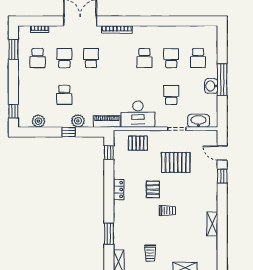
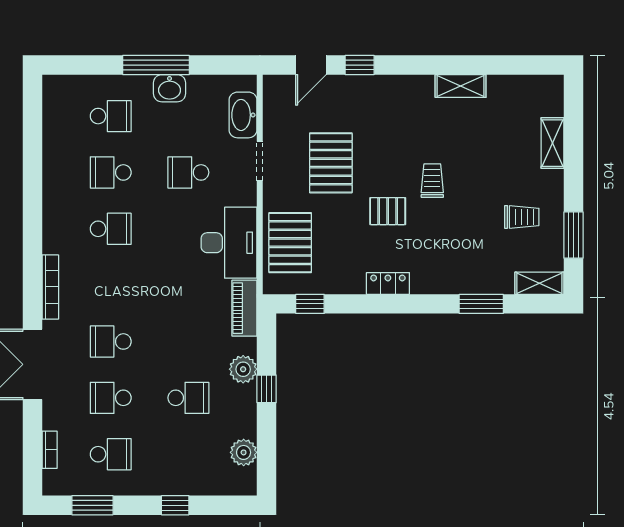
window: (13, 111) -> (175, 505), moved
pallet: (138, 143) -> (290, 243), width x1.50, depth x1.42

